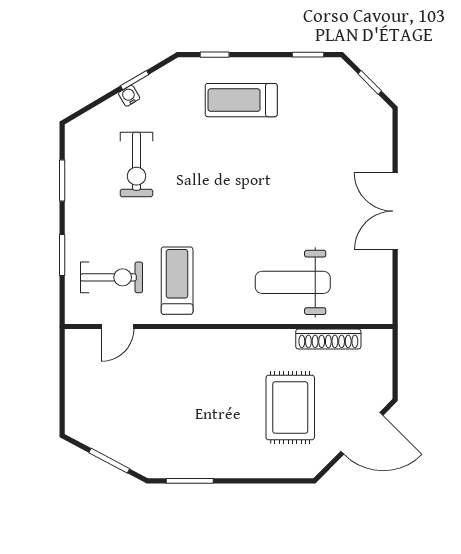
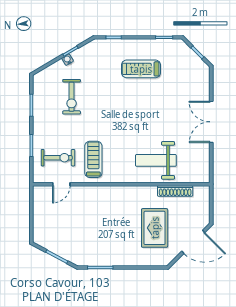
treadmill: (241, 100) -> (141, 69), moved

